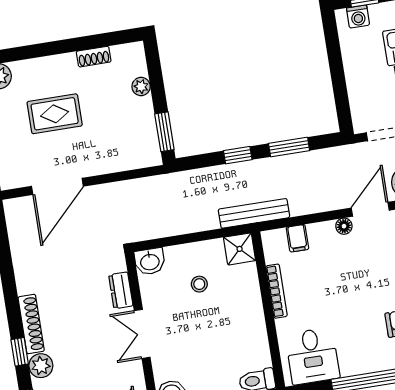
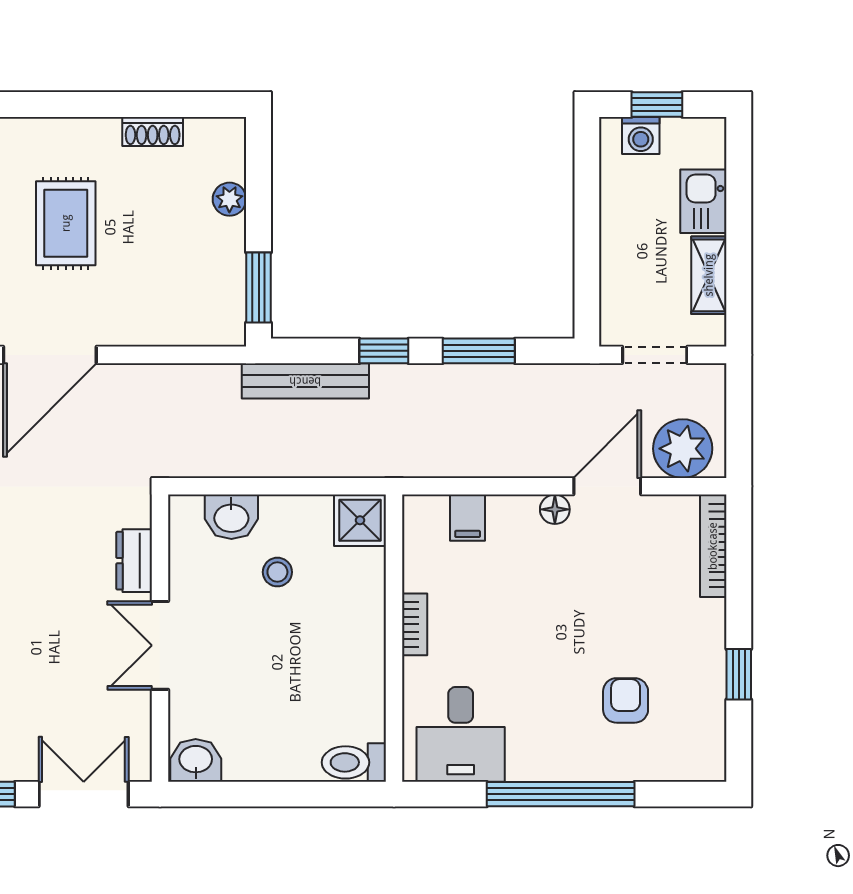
rug: (55, 114) -> (66, 223), turned 90
bench: (254, 213) -> (305, 381), moved
washbasin: (150, 261) -> (231, 517), moved
bookcase: (277, 291) -> (415, 624), width x0.64

